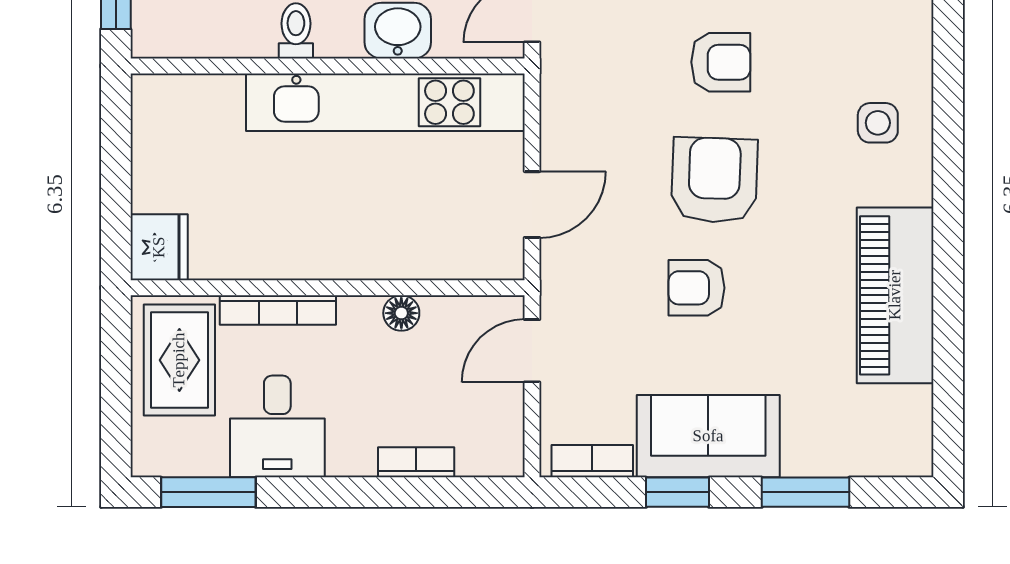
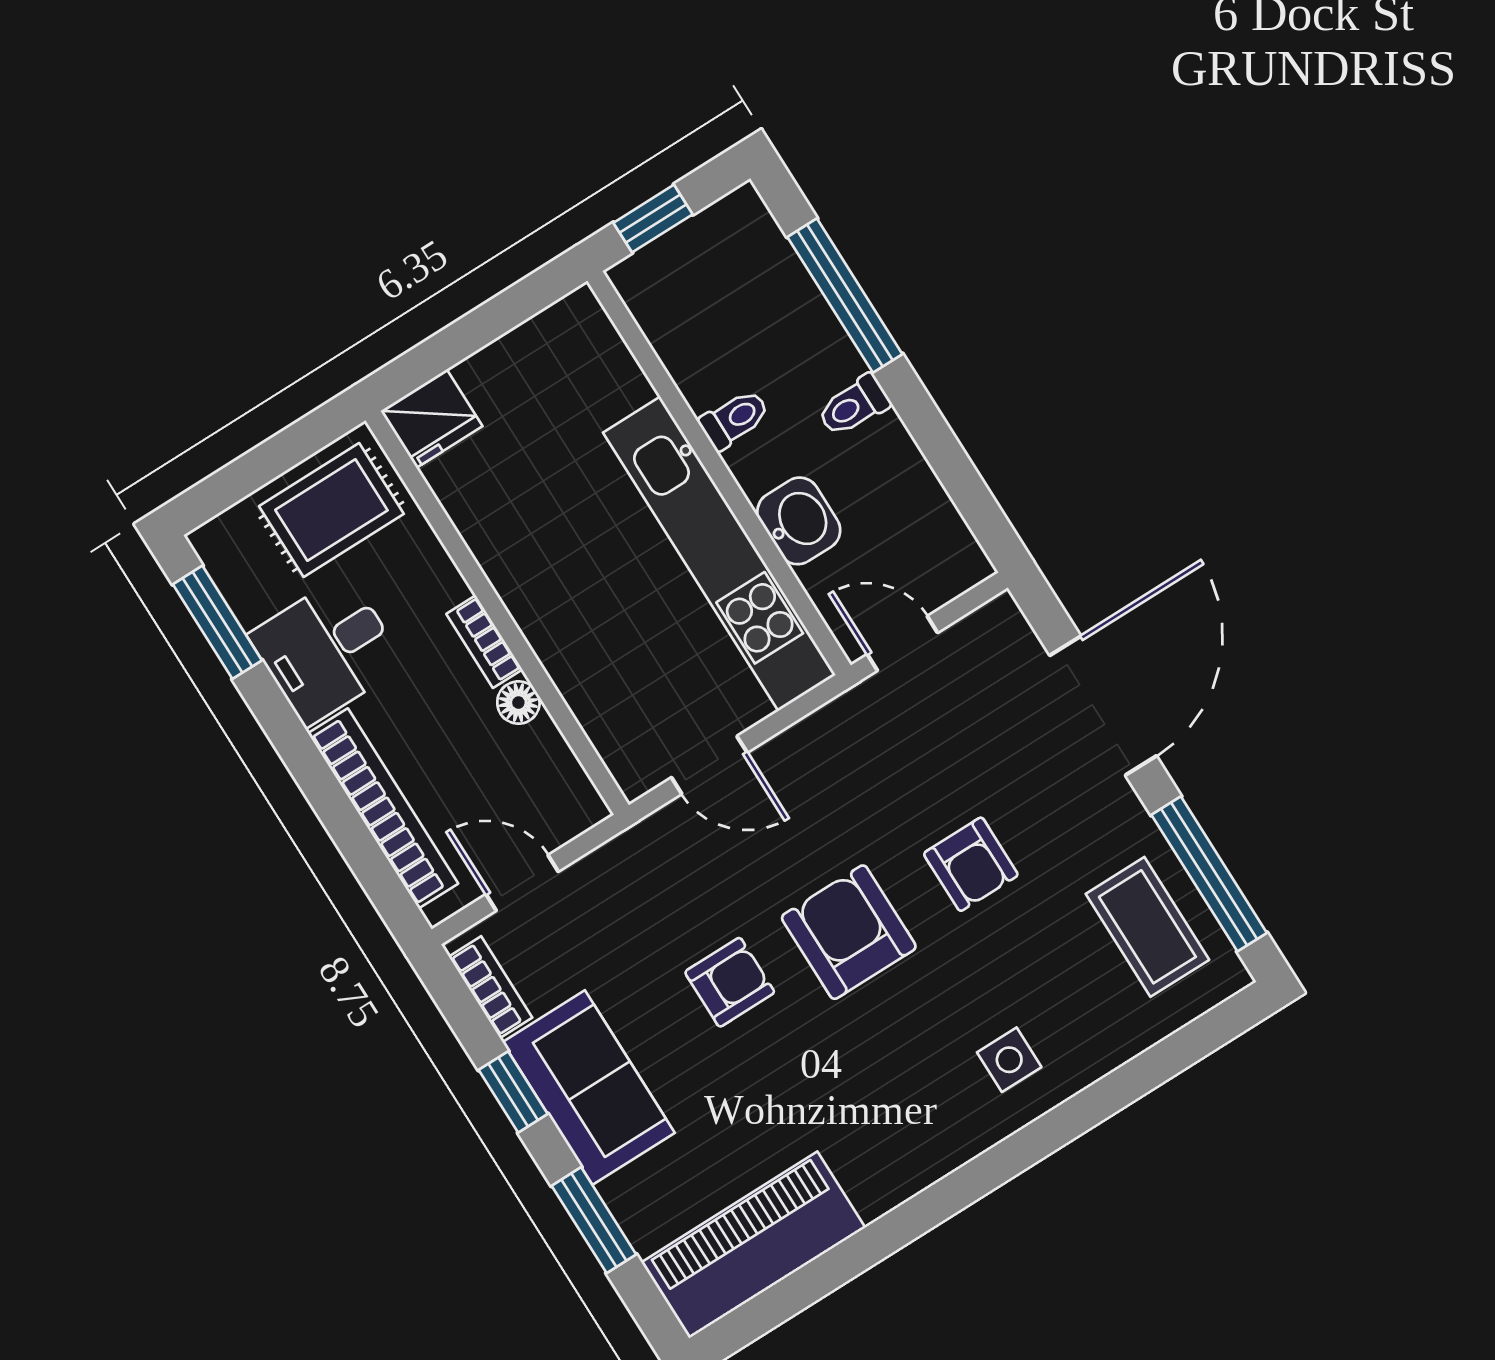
armchair: (714, 180) -> (849, 932), turned -92
armchair: (697, 288) -> (730, 982), turned 90
piano: (895, 295) -> (753, 1245), moved
bookcase: (278, 310) -> (484, 642), moved, width x0.64
door: (532, 351) -> (522, 883), moved
bookcase: (416, 462) -> (383, 808), width x2.31, depth x1.31

